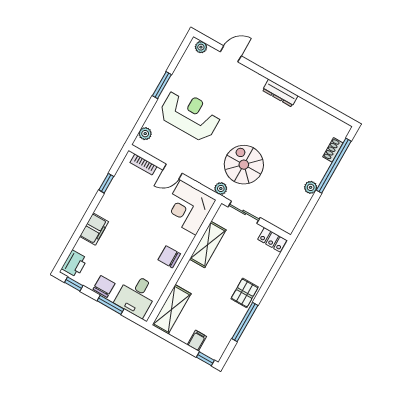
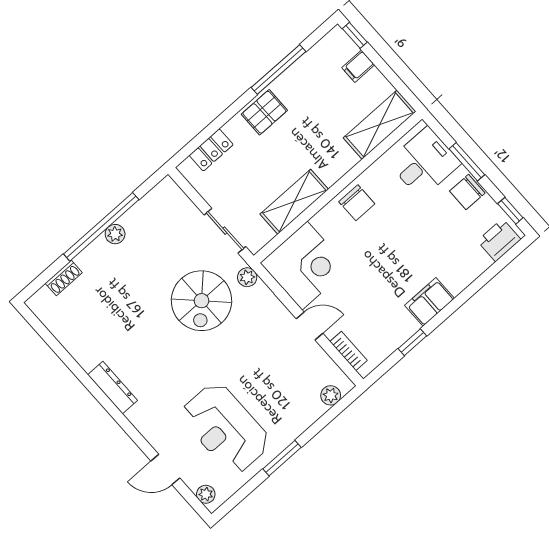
reception desk: (190, 115) -> (225, 428), moved
window: (334, 166) -> (101, 227), moved
filing cabinet: (94, 229) -> (430, 302), moved
locker: (272, 240) -> (211, 150), moved, turned 90

